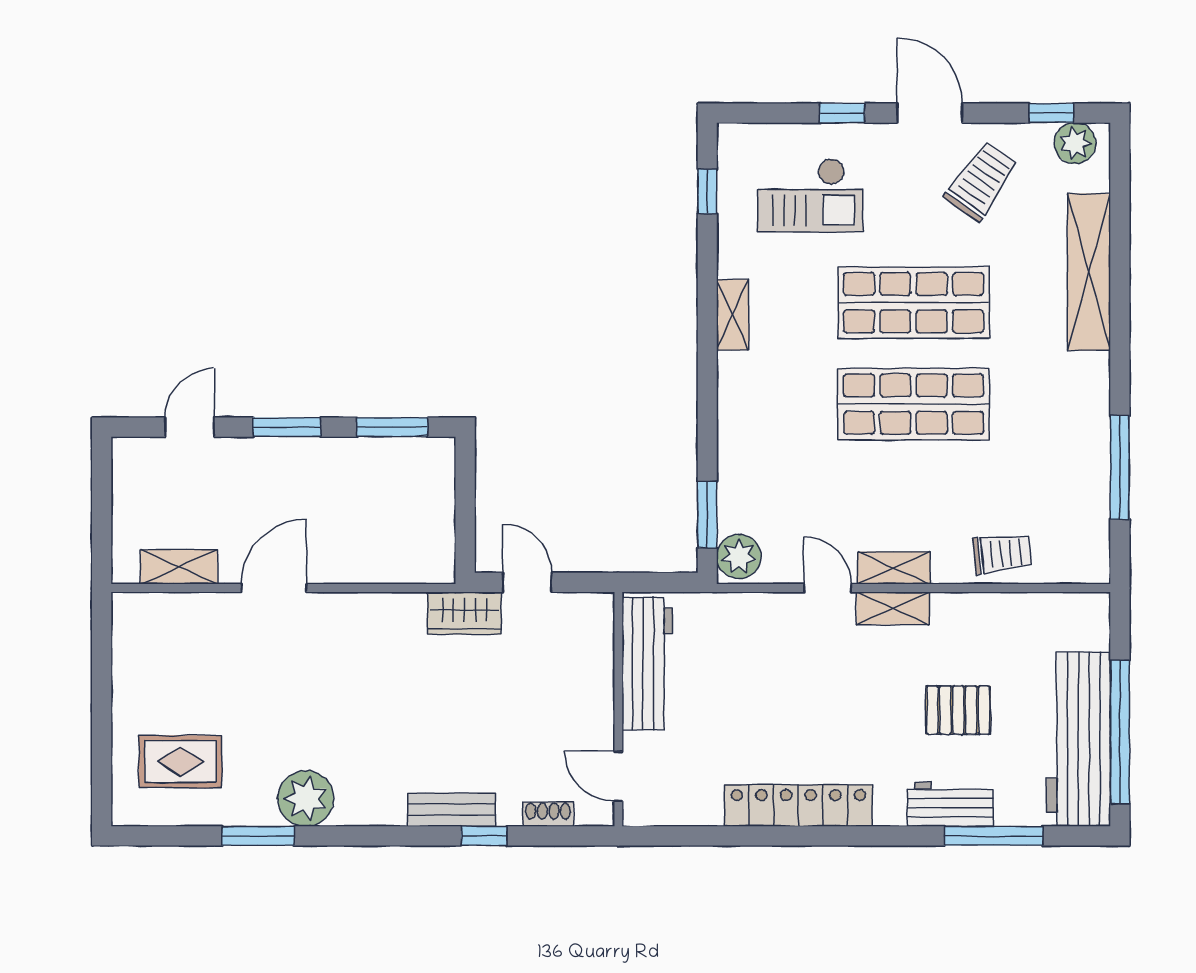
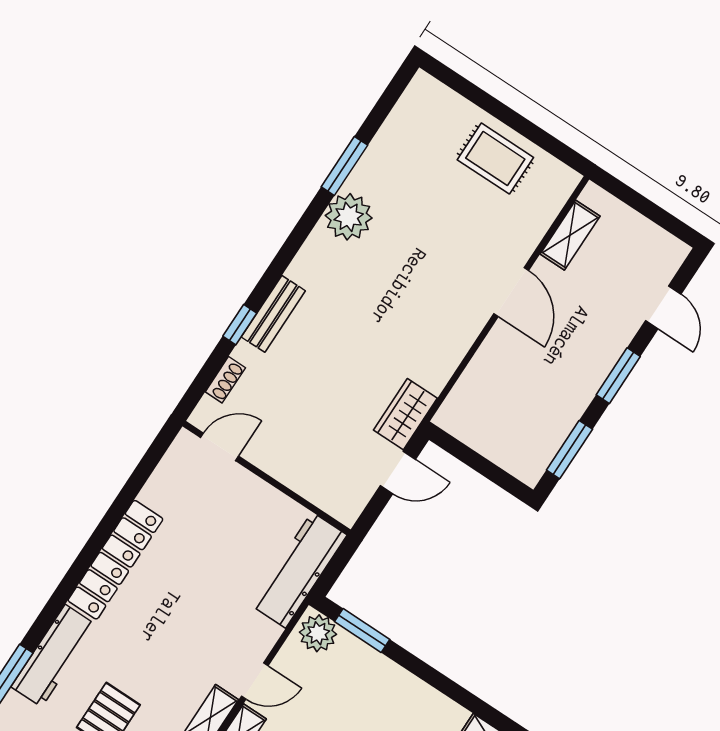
workbench: (647, 663) -> (299, 570), moved, turned 90
rug: (180, 762) -> (495, 159), moved, turned 90
workbench: (950, 804) -> (53, 656), width x1.38

